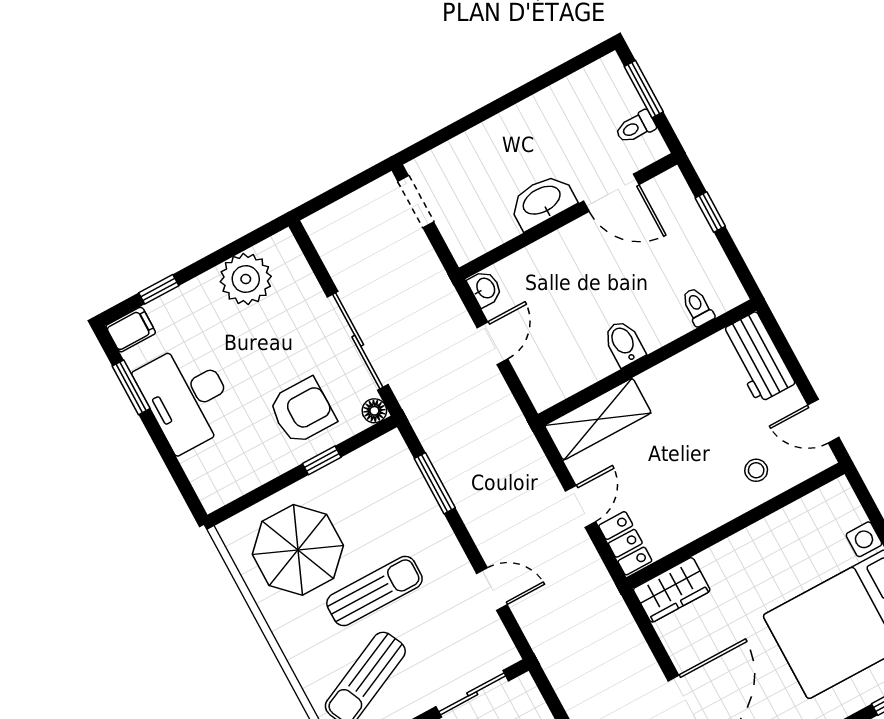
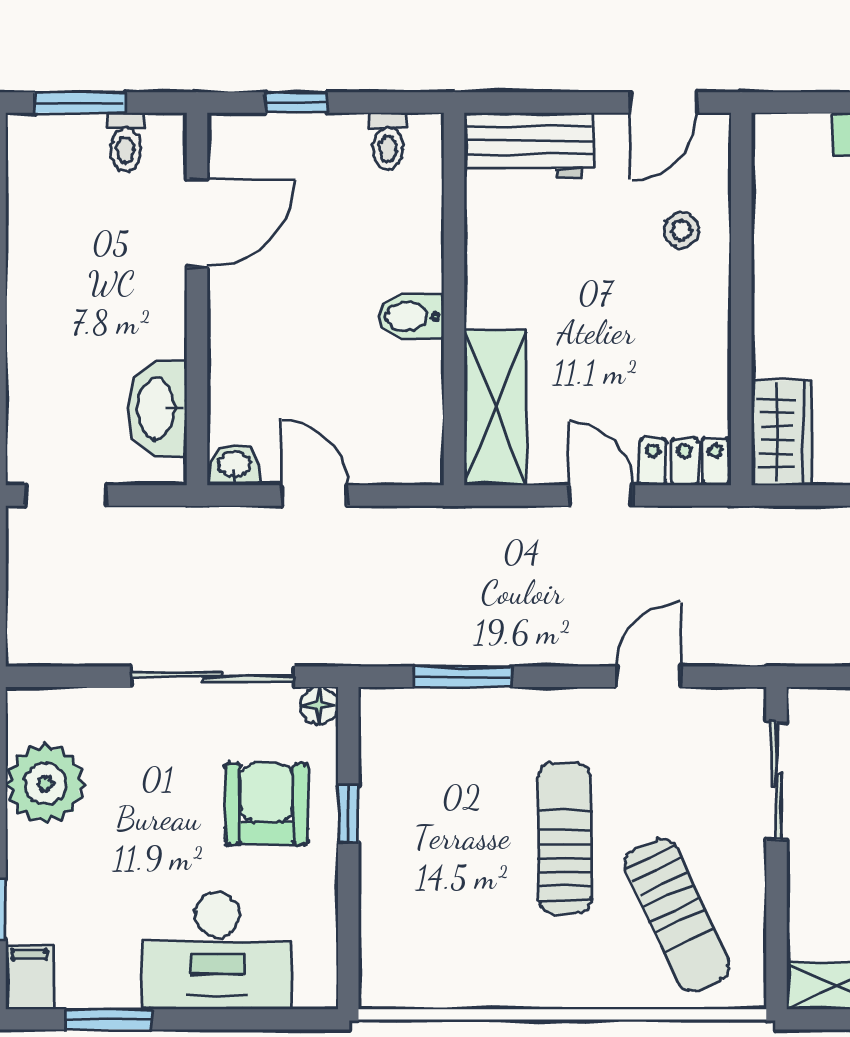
washbasin: (542, 201) -> (158, 408), moved
toilet: (698, 307) -> (388, 141), moved, turned -90
desk: (187, 397) -> (217, 951), moved
parasol: (298, 550) -> (452, 912), removed

